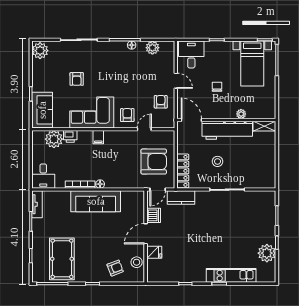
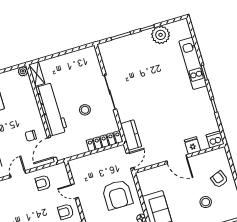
chair: (217, 87) -> (31, 136), moved
plant: (241, 114) -> (23, 71), moved
armchair: (154, 162) -> (117, 195), moved, turned 180
door: (158, 190) -> (130, 160), hinge flipped
dishwasher: (154, 215) -> (215, 139), moved
stool: (137, 262) -> (206, 202), moved

